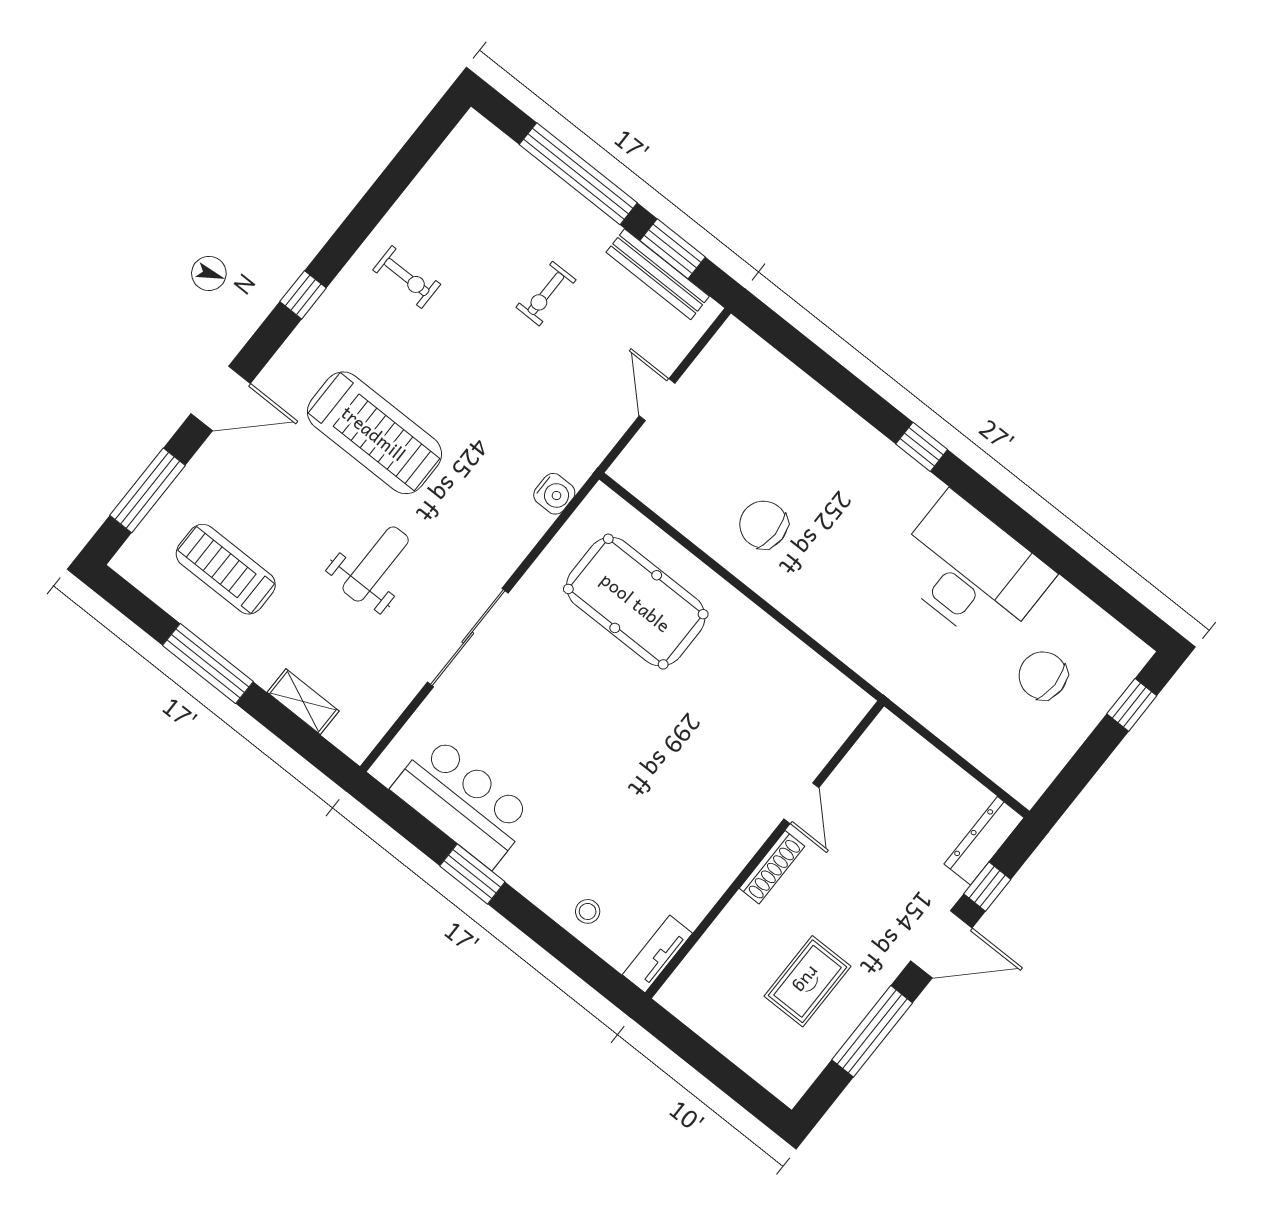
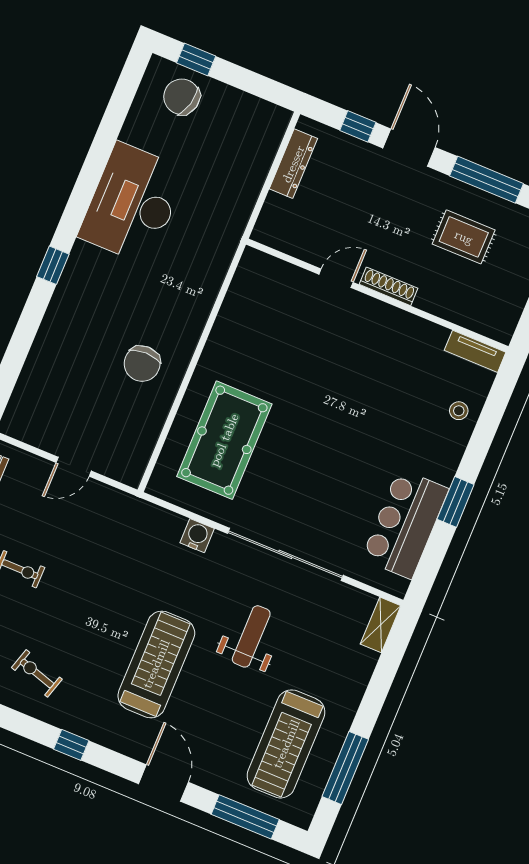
exercise bike: (407, 277) -> (37, 673), turned -73
water cooler: (554, 494) -> (197, 536), moved
weight bench: (376, 564) -> (251, 636), turned 90
treadmill: (226, 569) -> (286, 744), width x1.37, depth x1.38
sliding door: (468, 638) -> (285, 554), width x1.36
window: (208, 663) -> (345, 768), moved
chair: (1043, 675) -> (182, 97), moved, turned 104
shelving: (303, 702) -> (381, 625), moved
dresser: (984, 841) -> (293, 164), moved, turned -90

